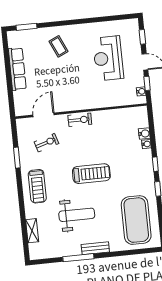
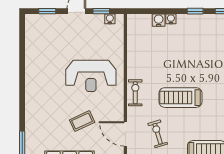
coffee table: (58, 46) -> (82, 121), moved
reception desk: (108, 58) -> (91, 76), moved
treadmill: (91, 174) -> (180, 98), moved, turned -90

